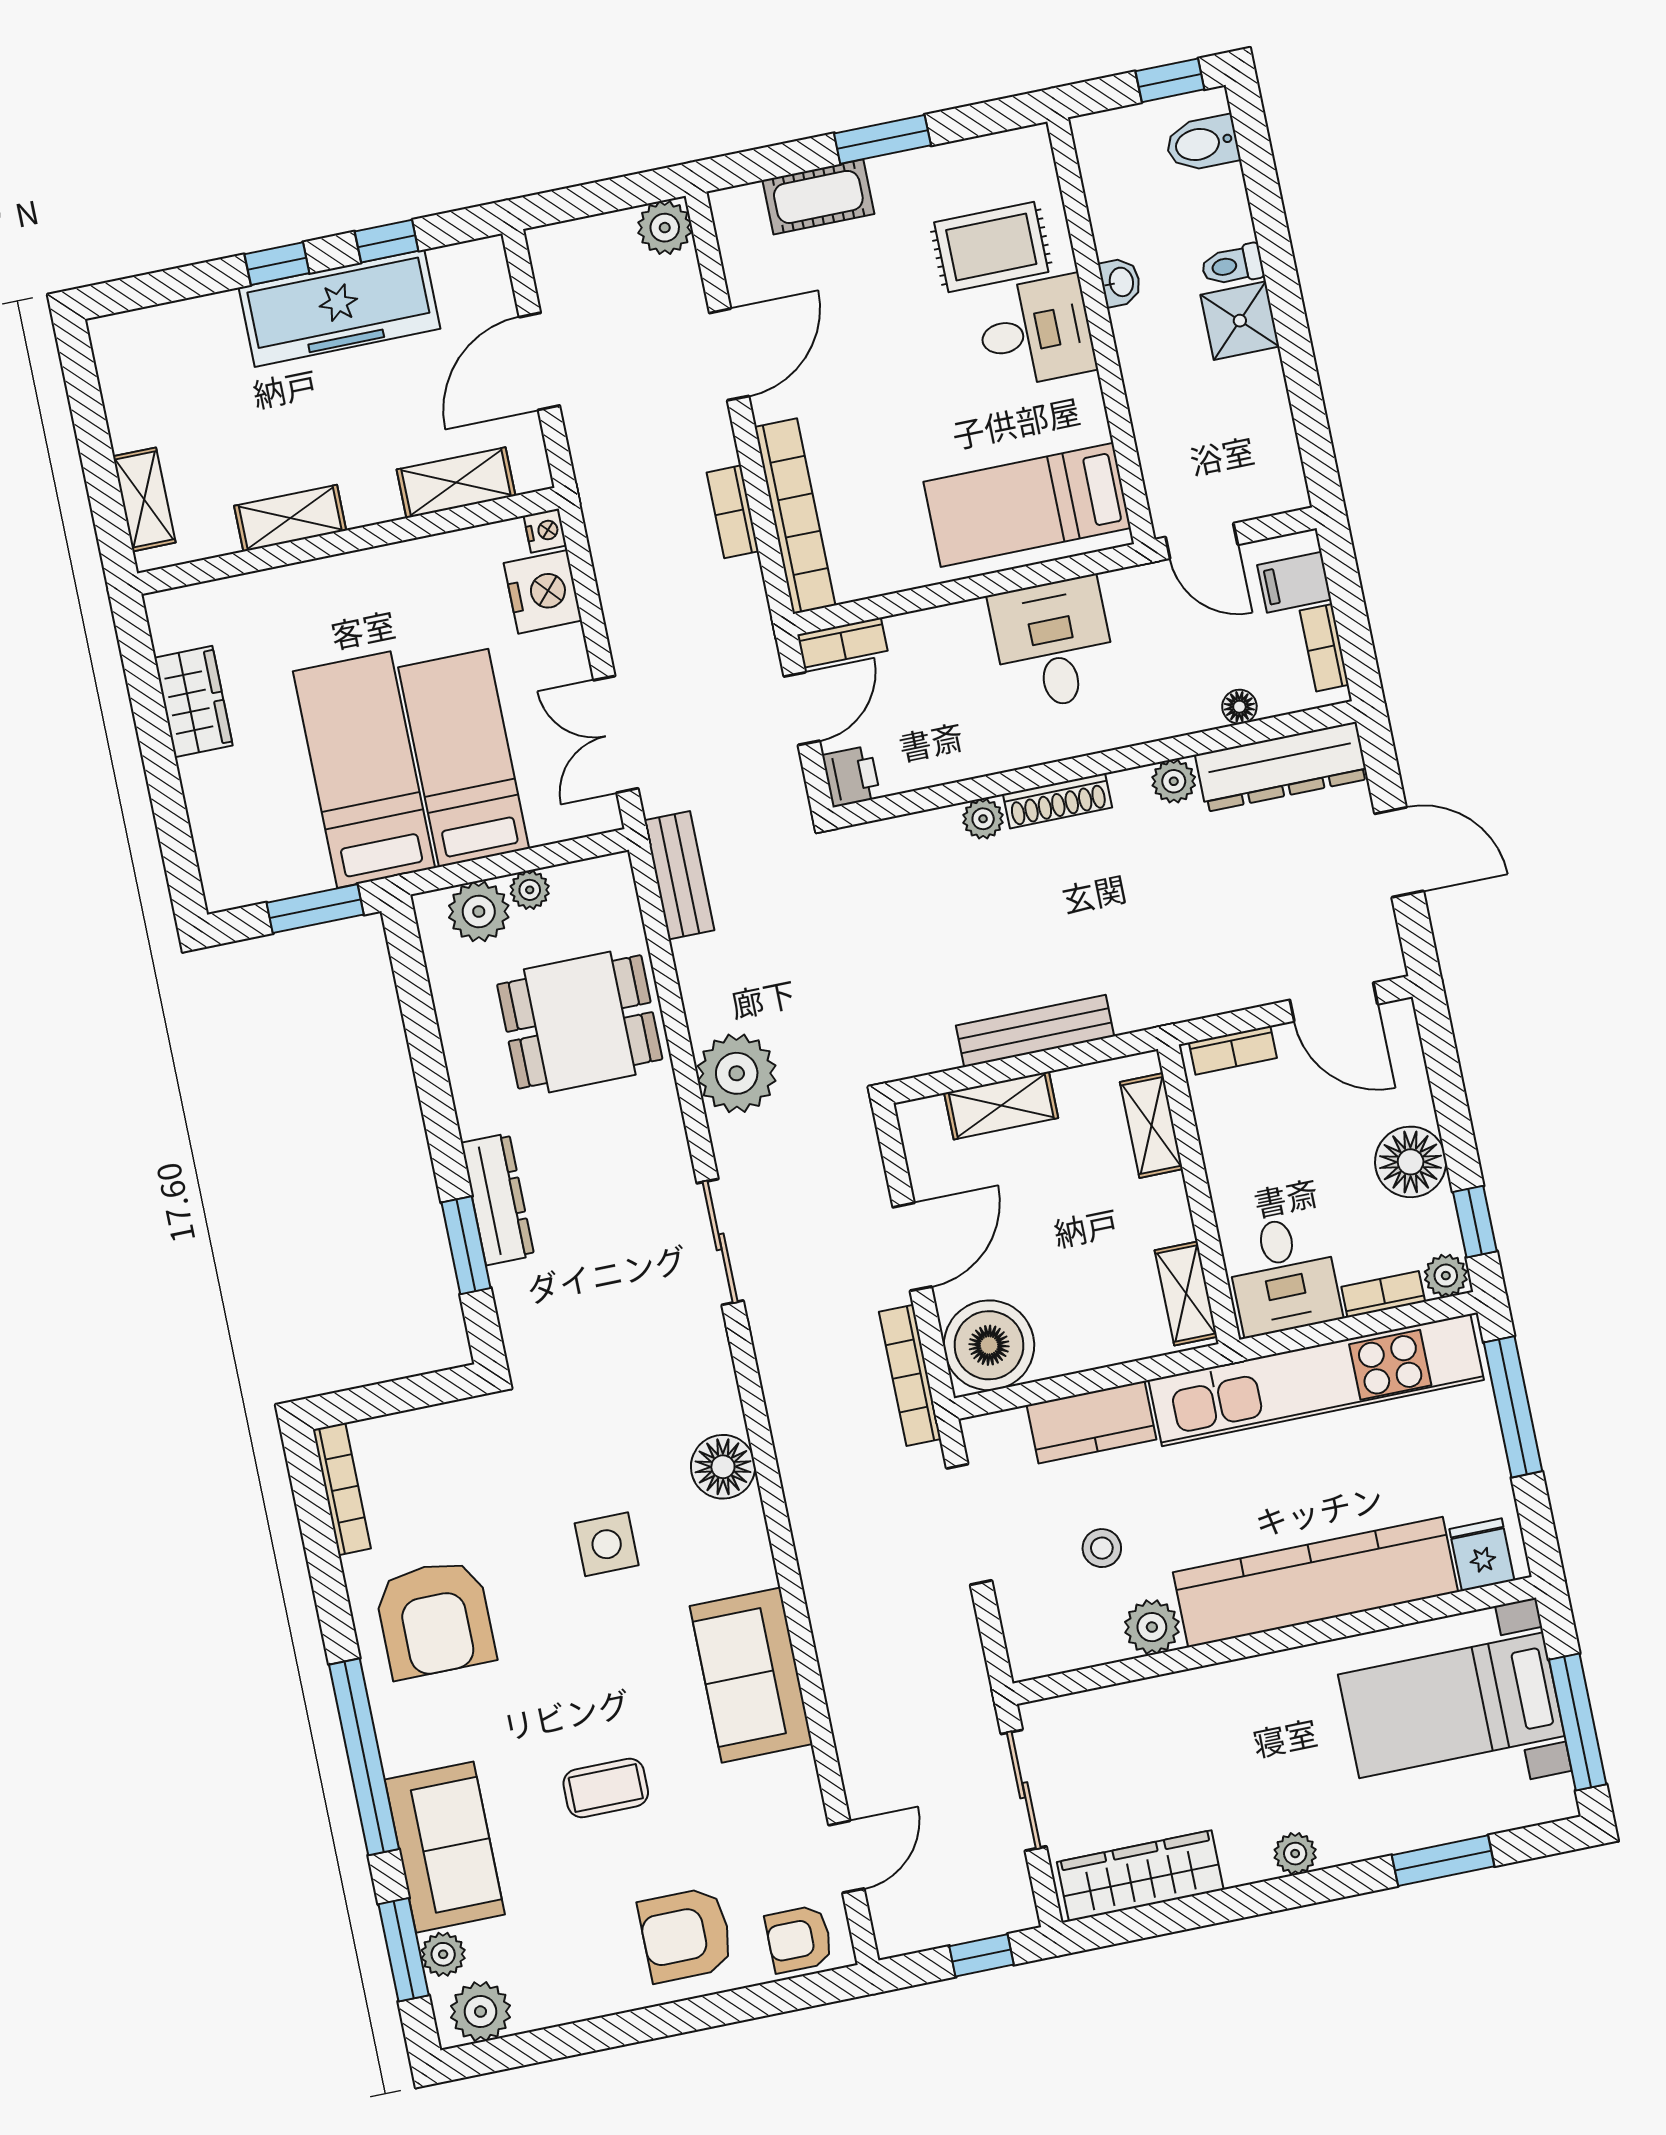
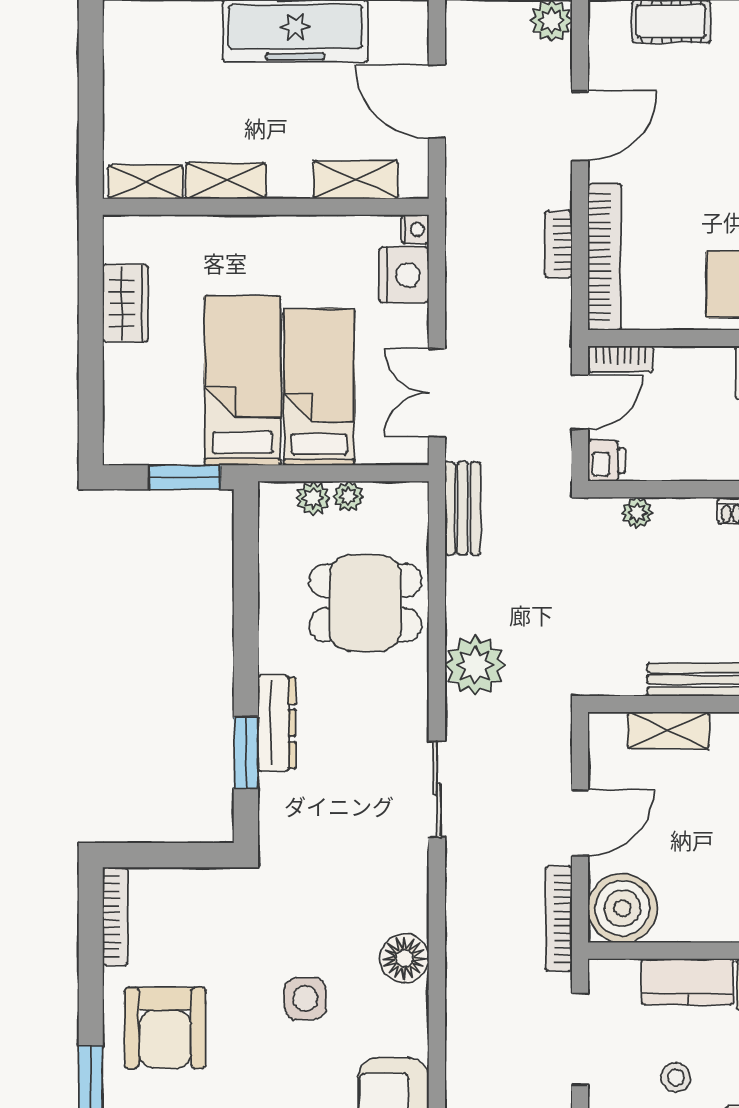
door: (539, 361) -> (437, 102), hinge flipped
shelving: (144, 499) -> (145, 182), moved, turned 90
plant: (983, 819) -> (637, 513), moved
plant: (479, 912) -> (313, 498), width x0.73, depth x0.73

